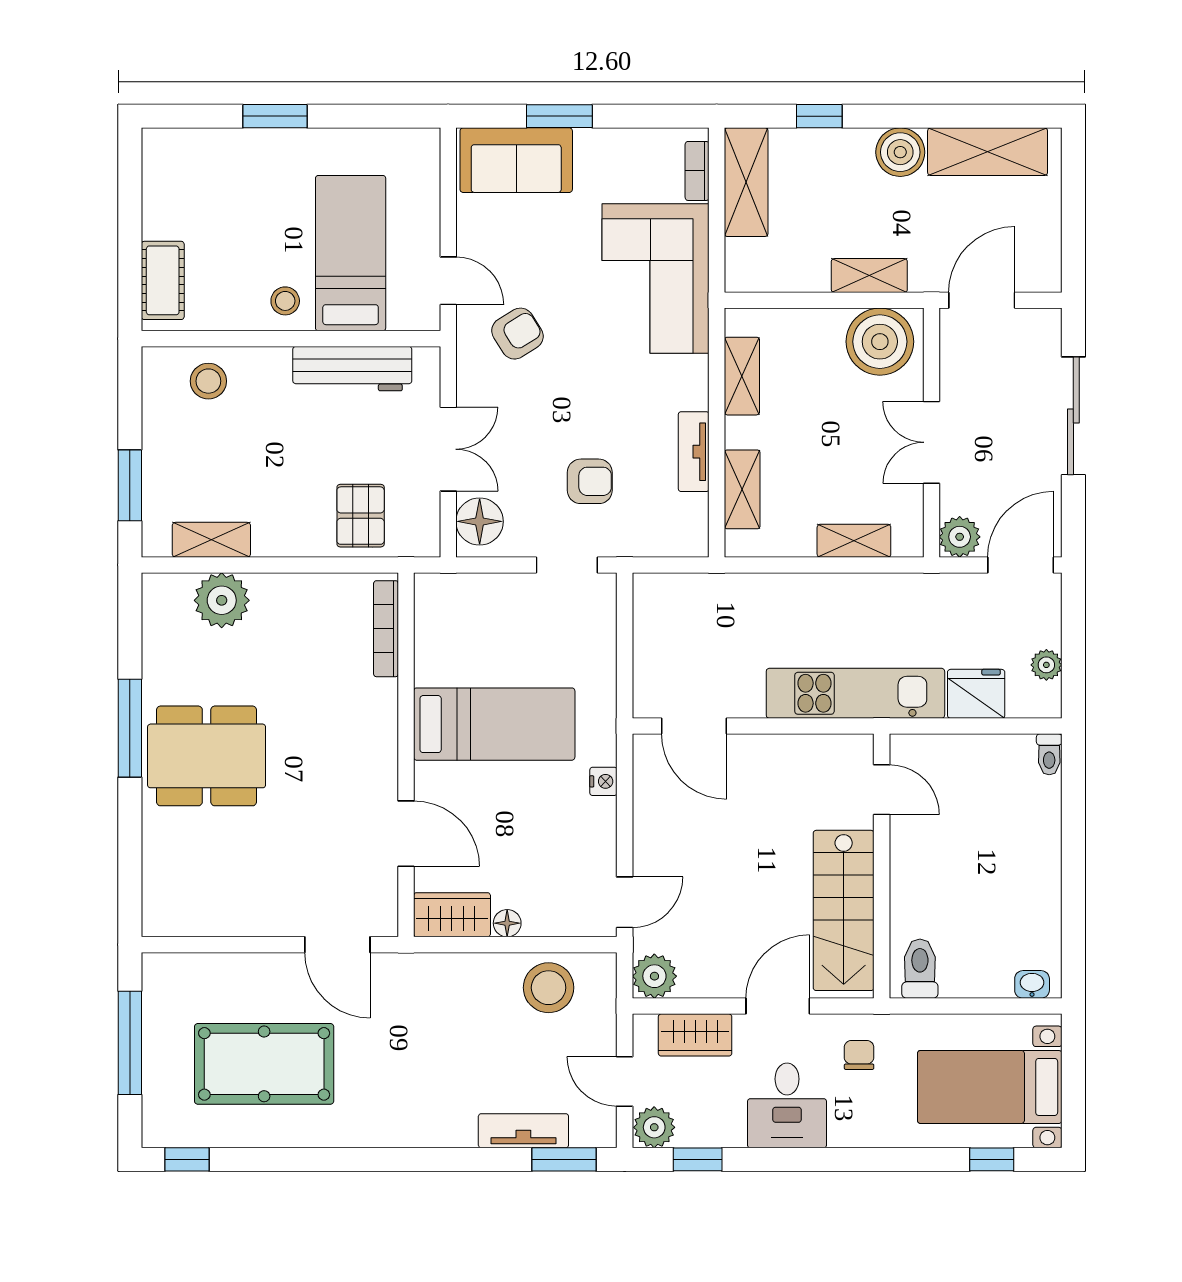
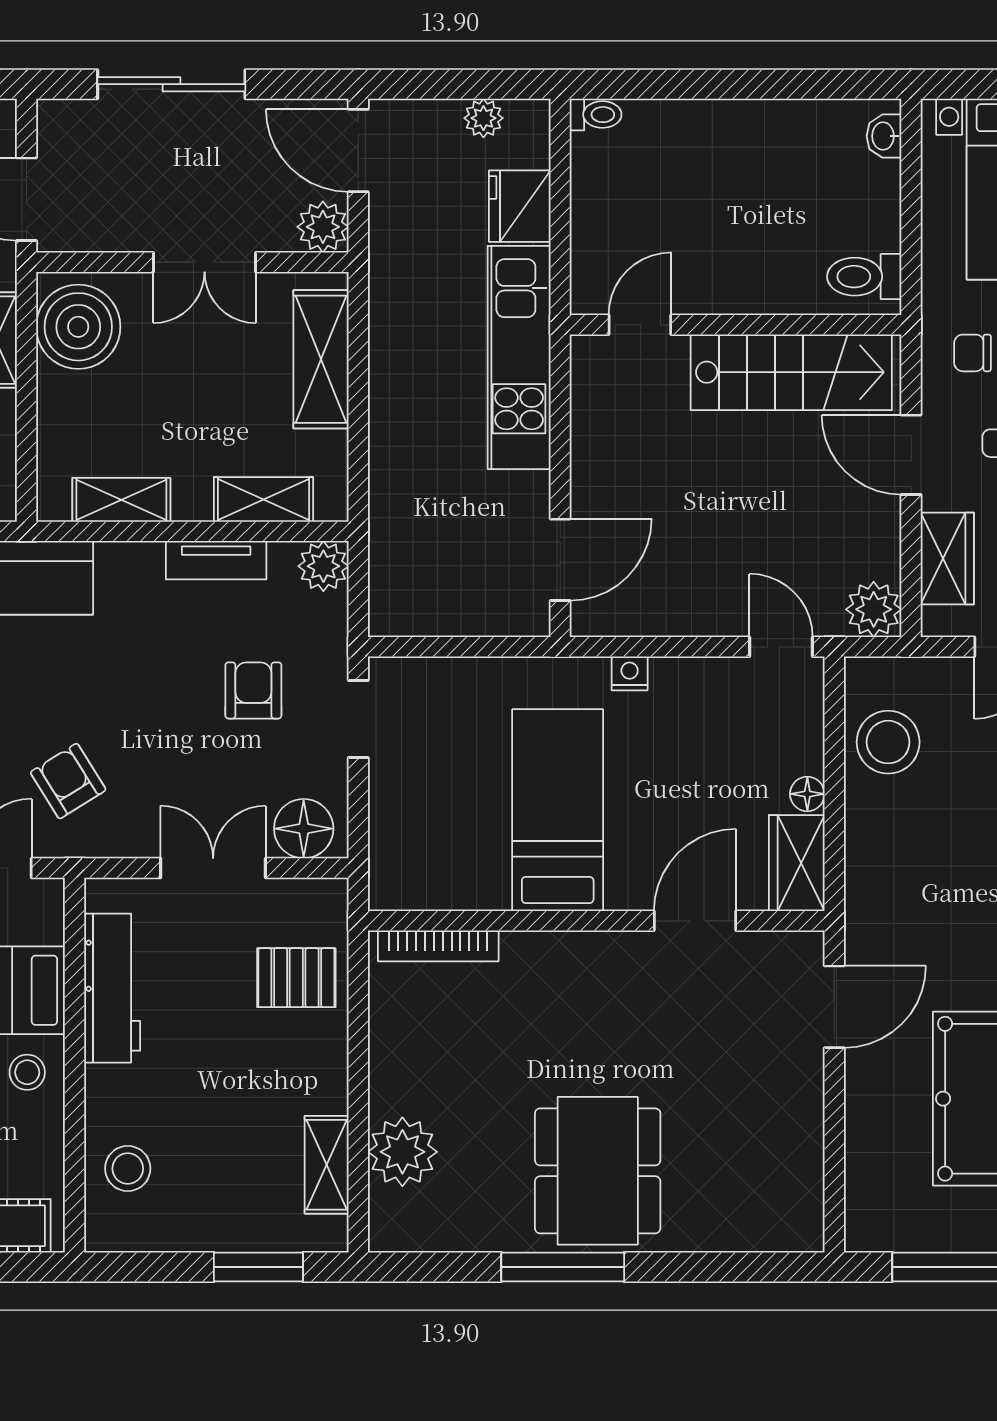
plant: (689, 537) -> (323, 566), added
shelving: (854, 541) -> (321, 359), width x1.50, depth x1.33

